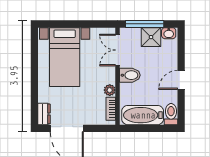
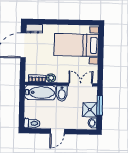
window: (145, 24) -> (100, 105), width x0.69
door: (181, 80) -> (57, 131), swing flipped
bathtub: (143, 115) -> (40, 93), moved, turned 90

